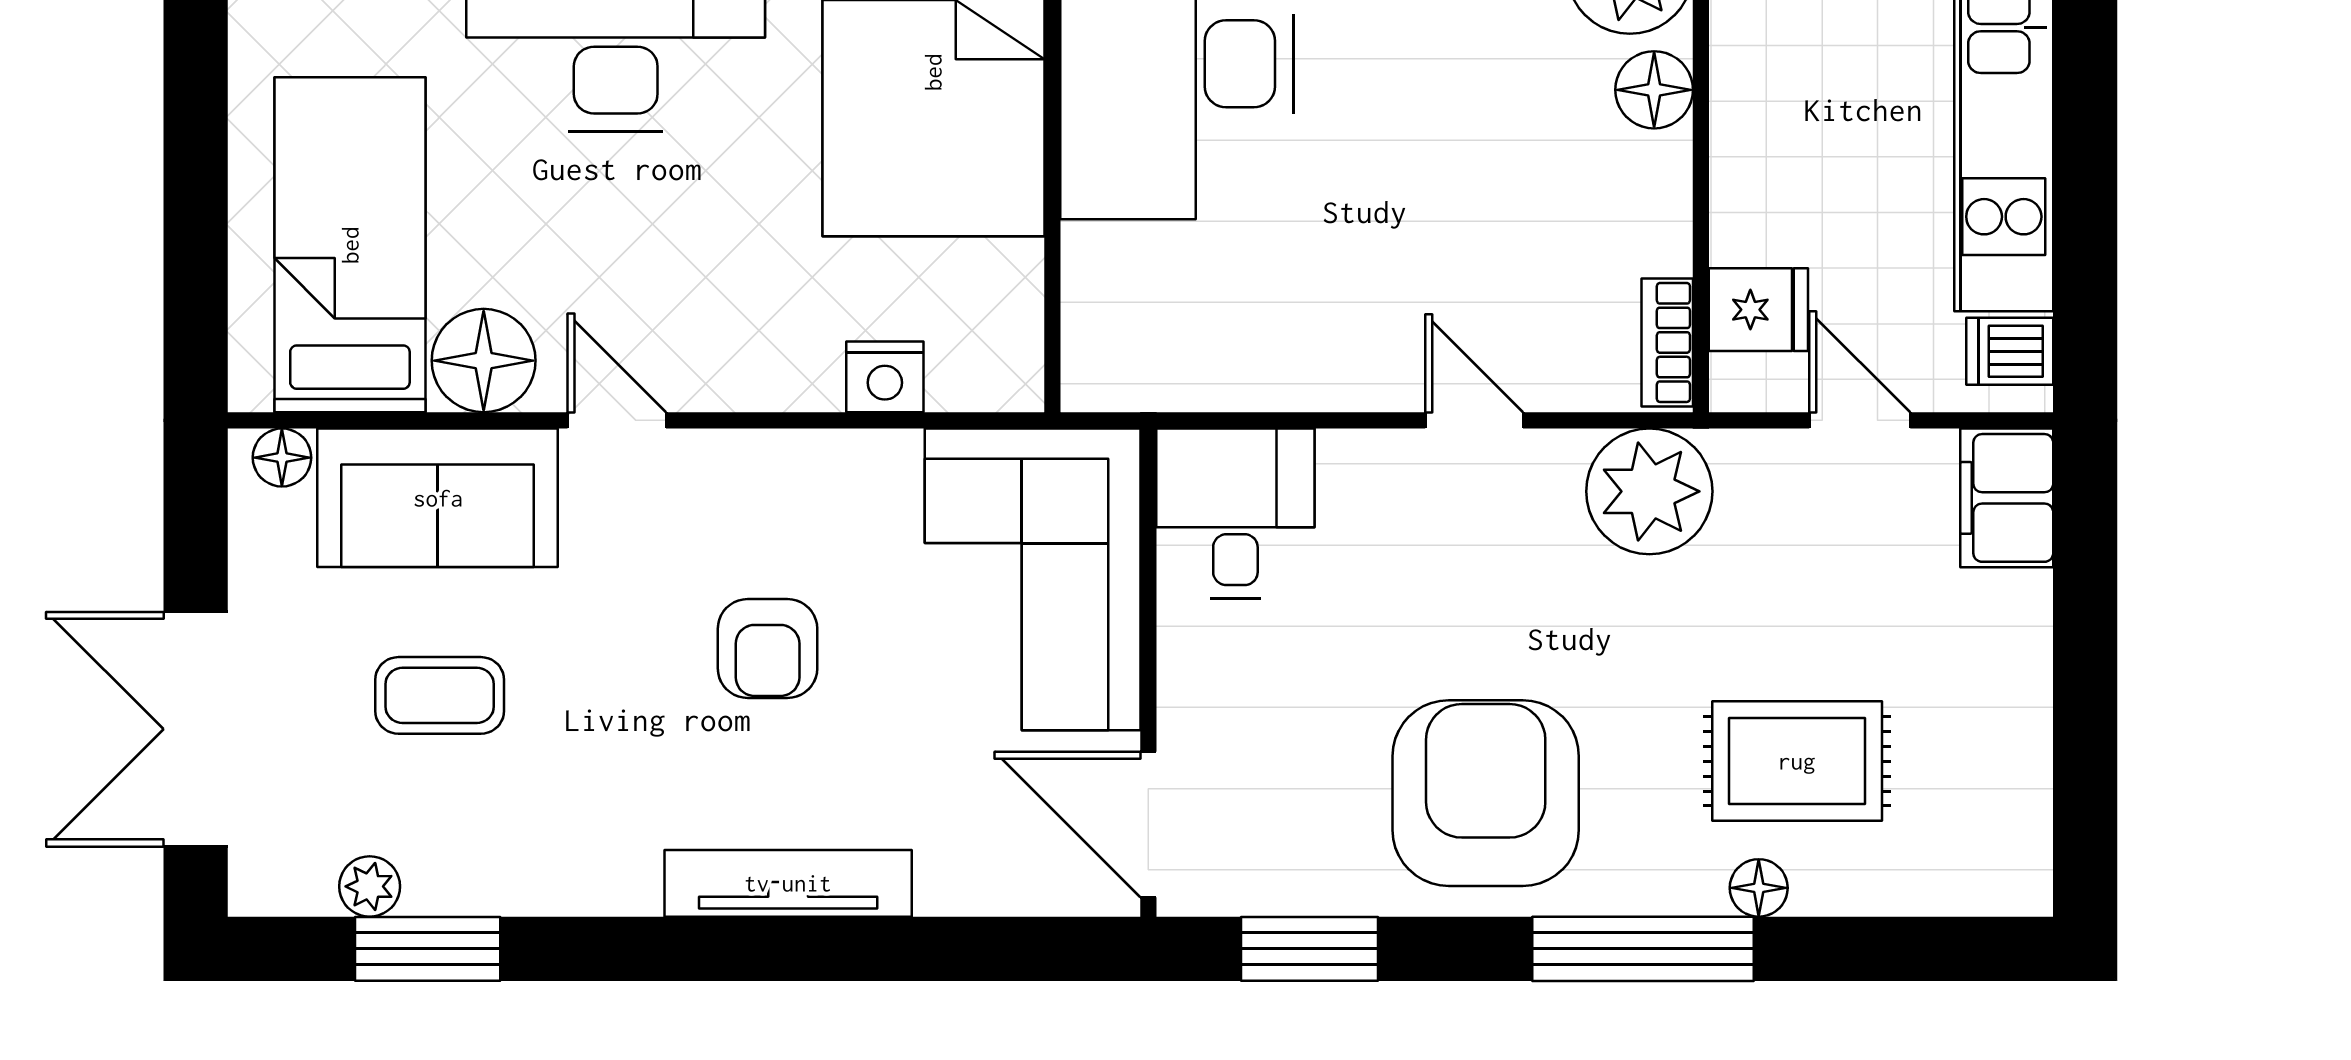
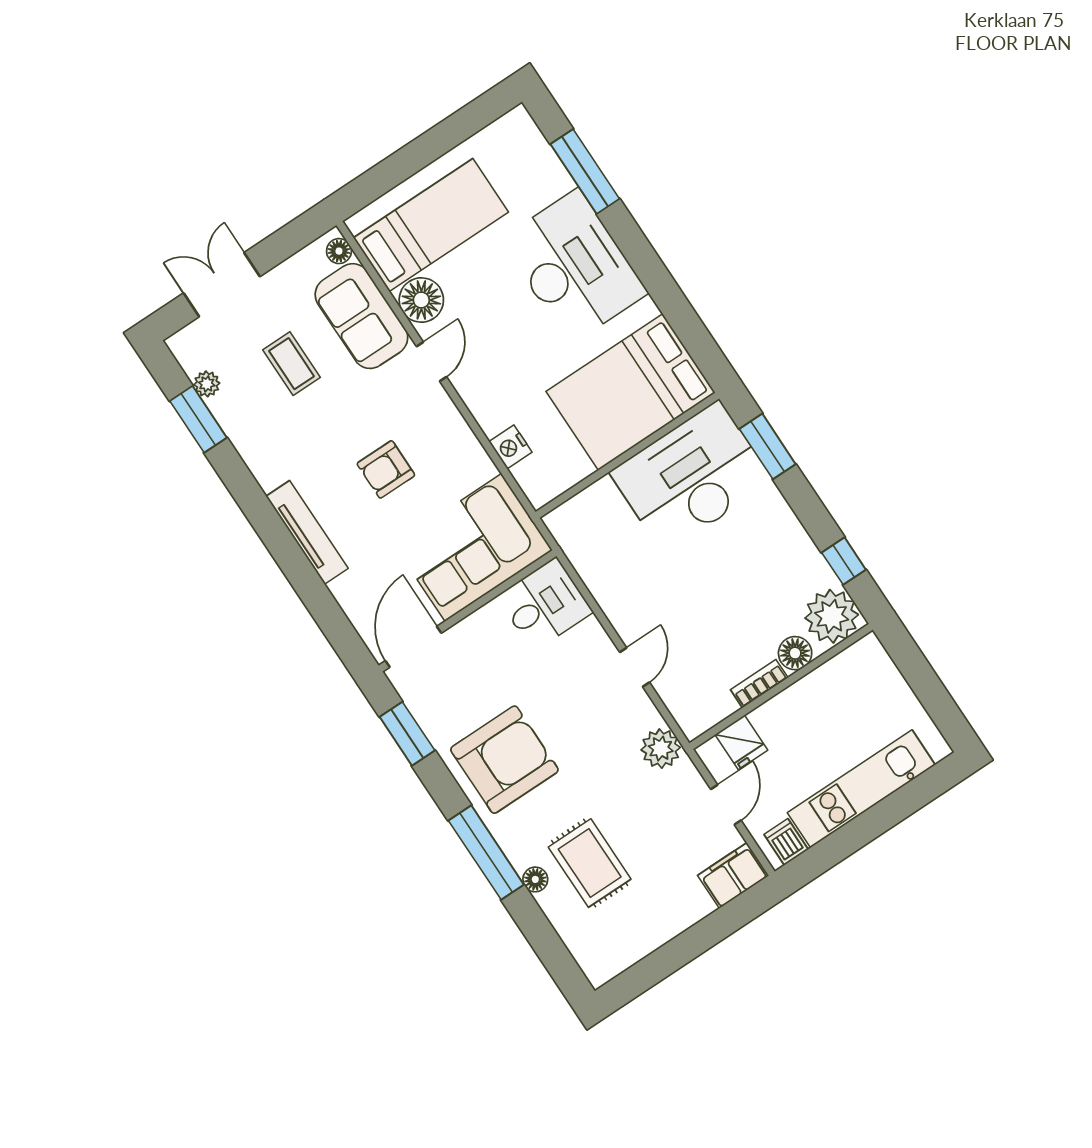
bookcase: (1667, 342) -> (759, 684), moved
plant: (1649, 491) -> (661, 749), width x0.73, depth x0.73
double door: (196, 729) -> (222, 285), width x0.73

